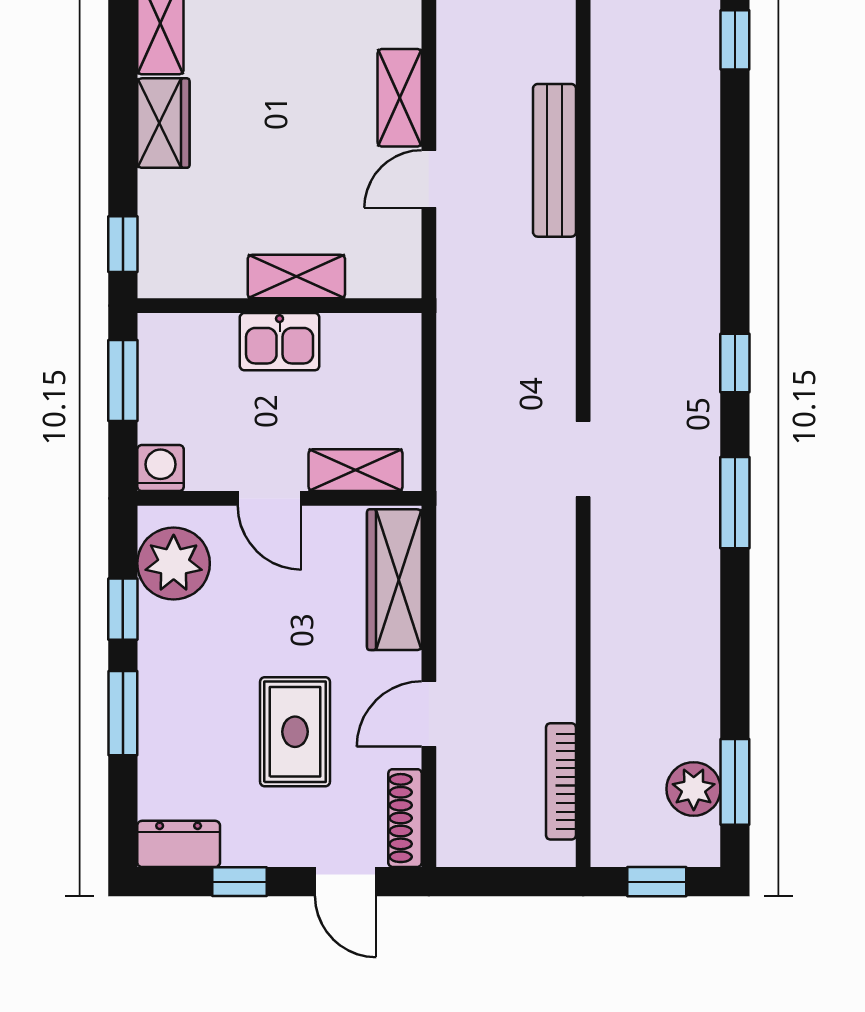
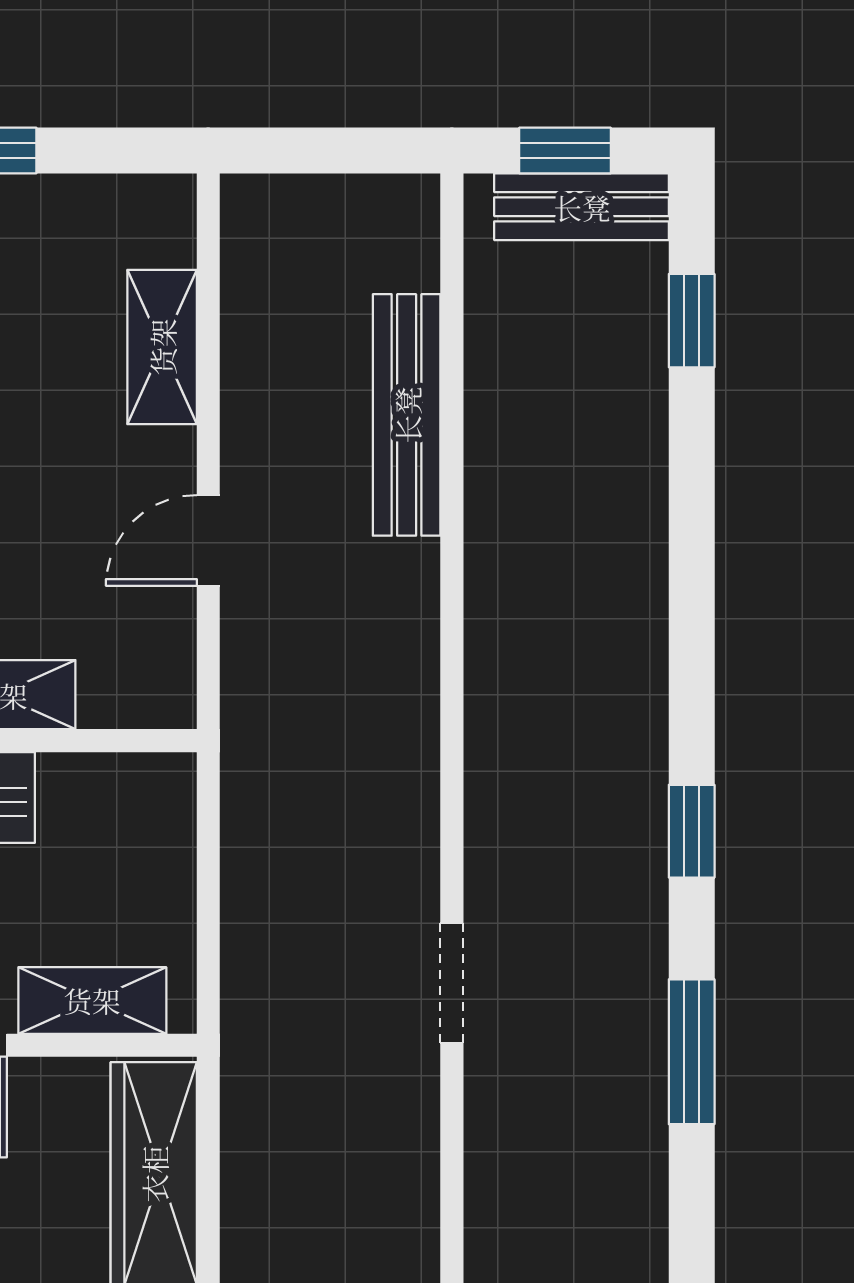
shelving: (400, 98) -> (162, 347), moved
bench: (555, 160) -> (407, 415), moved

